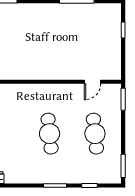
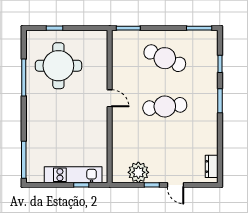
round table: (88, 34) -> (58, 66), added
door: (93, 82) -> (110, 98), moved
cafe table: (95, 134) -> (165, 58), turned 30

